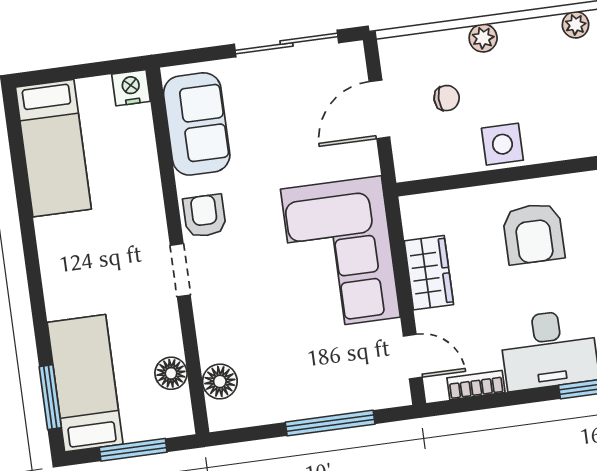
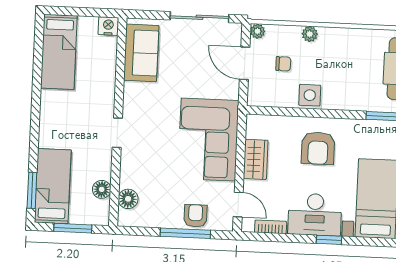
plant: (576, 25) -> (257, 31), moved
door: (379, 109) -> (245, 63), hinge flipped
armchair: (204, 216) -> (195, 216), moved

